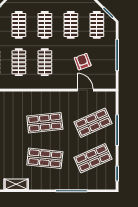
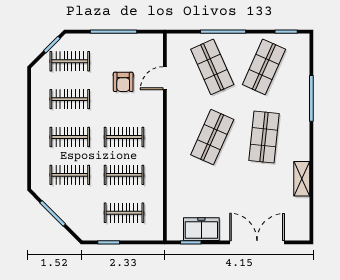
armchair: (83, 62) -> (123, 82), turned -70
shop shelf: (45, 123) -> (212, 137), turned 30
shop shelf: (93, 158) -> (264, 67), turned 48

